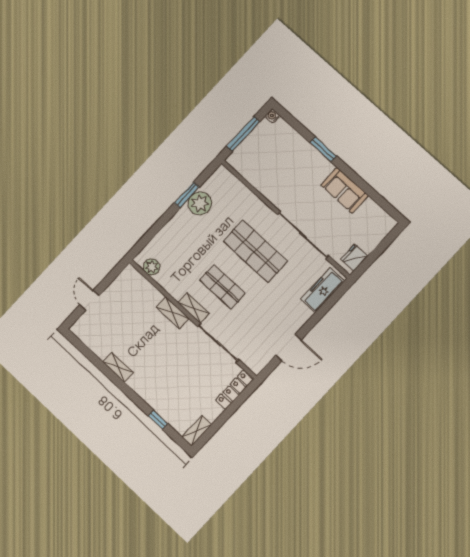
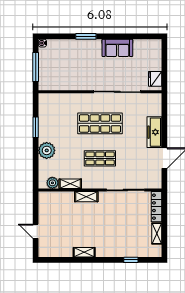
plant: (200, 203) -> (47, 150), moved
freezer: (323, 290) -> (154, 132), moved
shelving: (194, 308) -> (70, 184), moved
shelving: (197, 431) -> (157, 234), moved

